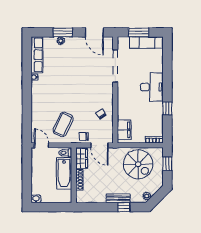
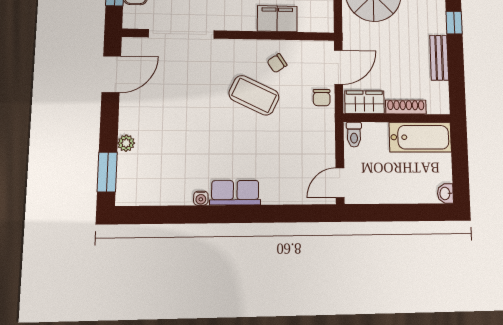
window: (63, 32) -> (107, 172), moved
row of seats: (37, 55) -> (235, 193), moved, width x0.68
coffee table: (63, 124) -> (254, 95), moved
filing cabinet: (124, 130) -> (277, 19), moved
bathtub: (64, 173) -> (420, 137), moved
bench: (118, 198) -> (439, 58), moved

